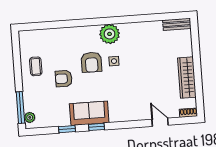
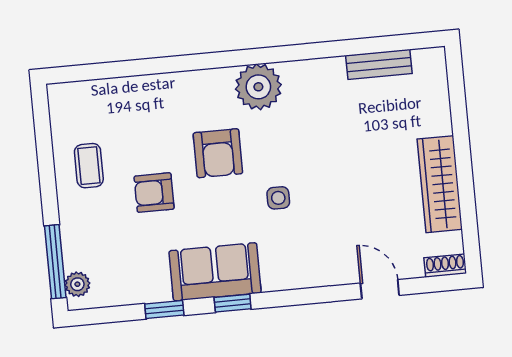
bench: (177, 24) -> (379, 64), moved
side table: (114, 61) -> (278, 198), moved

